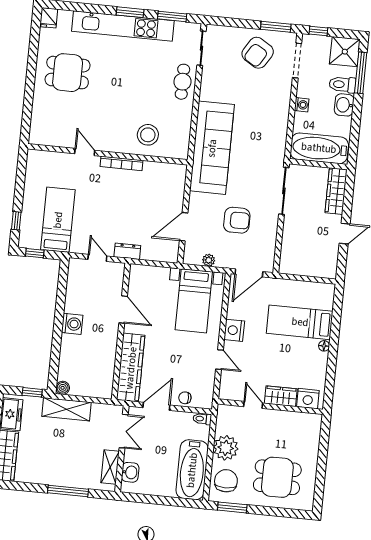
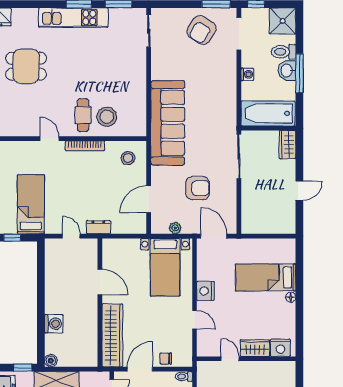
kitchen unit: (123, 26) -> (73, 18), width x0.73
window: (361, 73) -> (299, 73), moved
cafe table: (182, 82) -> (83, 115), moved
stool: (166, 181) -> (128, 158), added
wardrobe: (336, 191) -> (288, 145), width x0.67
door: (249, 273) -> (214, 236), swing flipped
washing machine: (72, 324) -> (54, 324), moved

